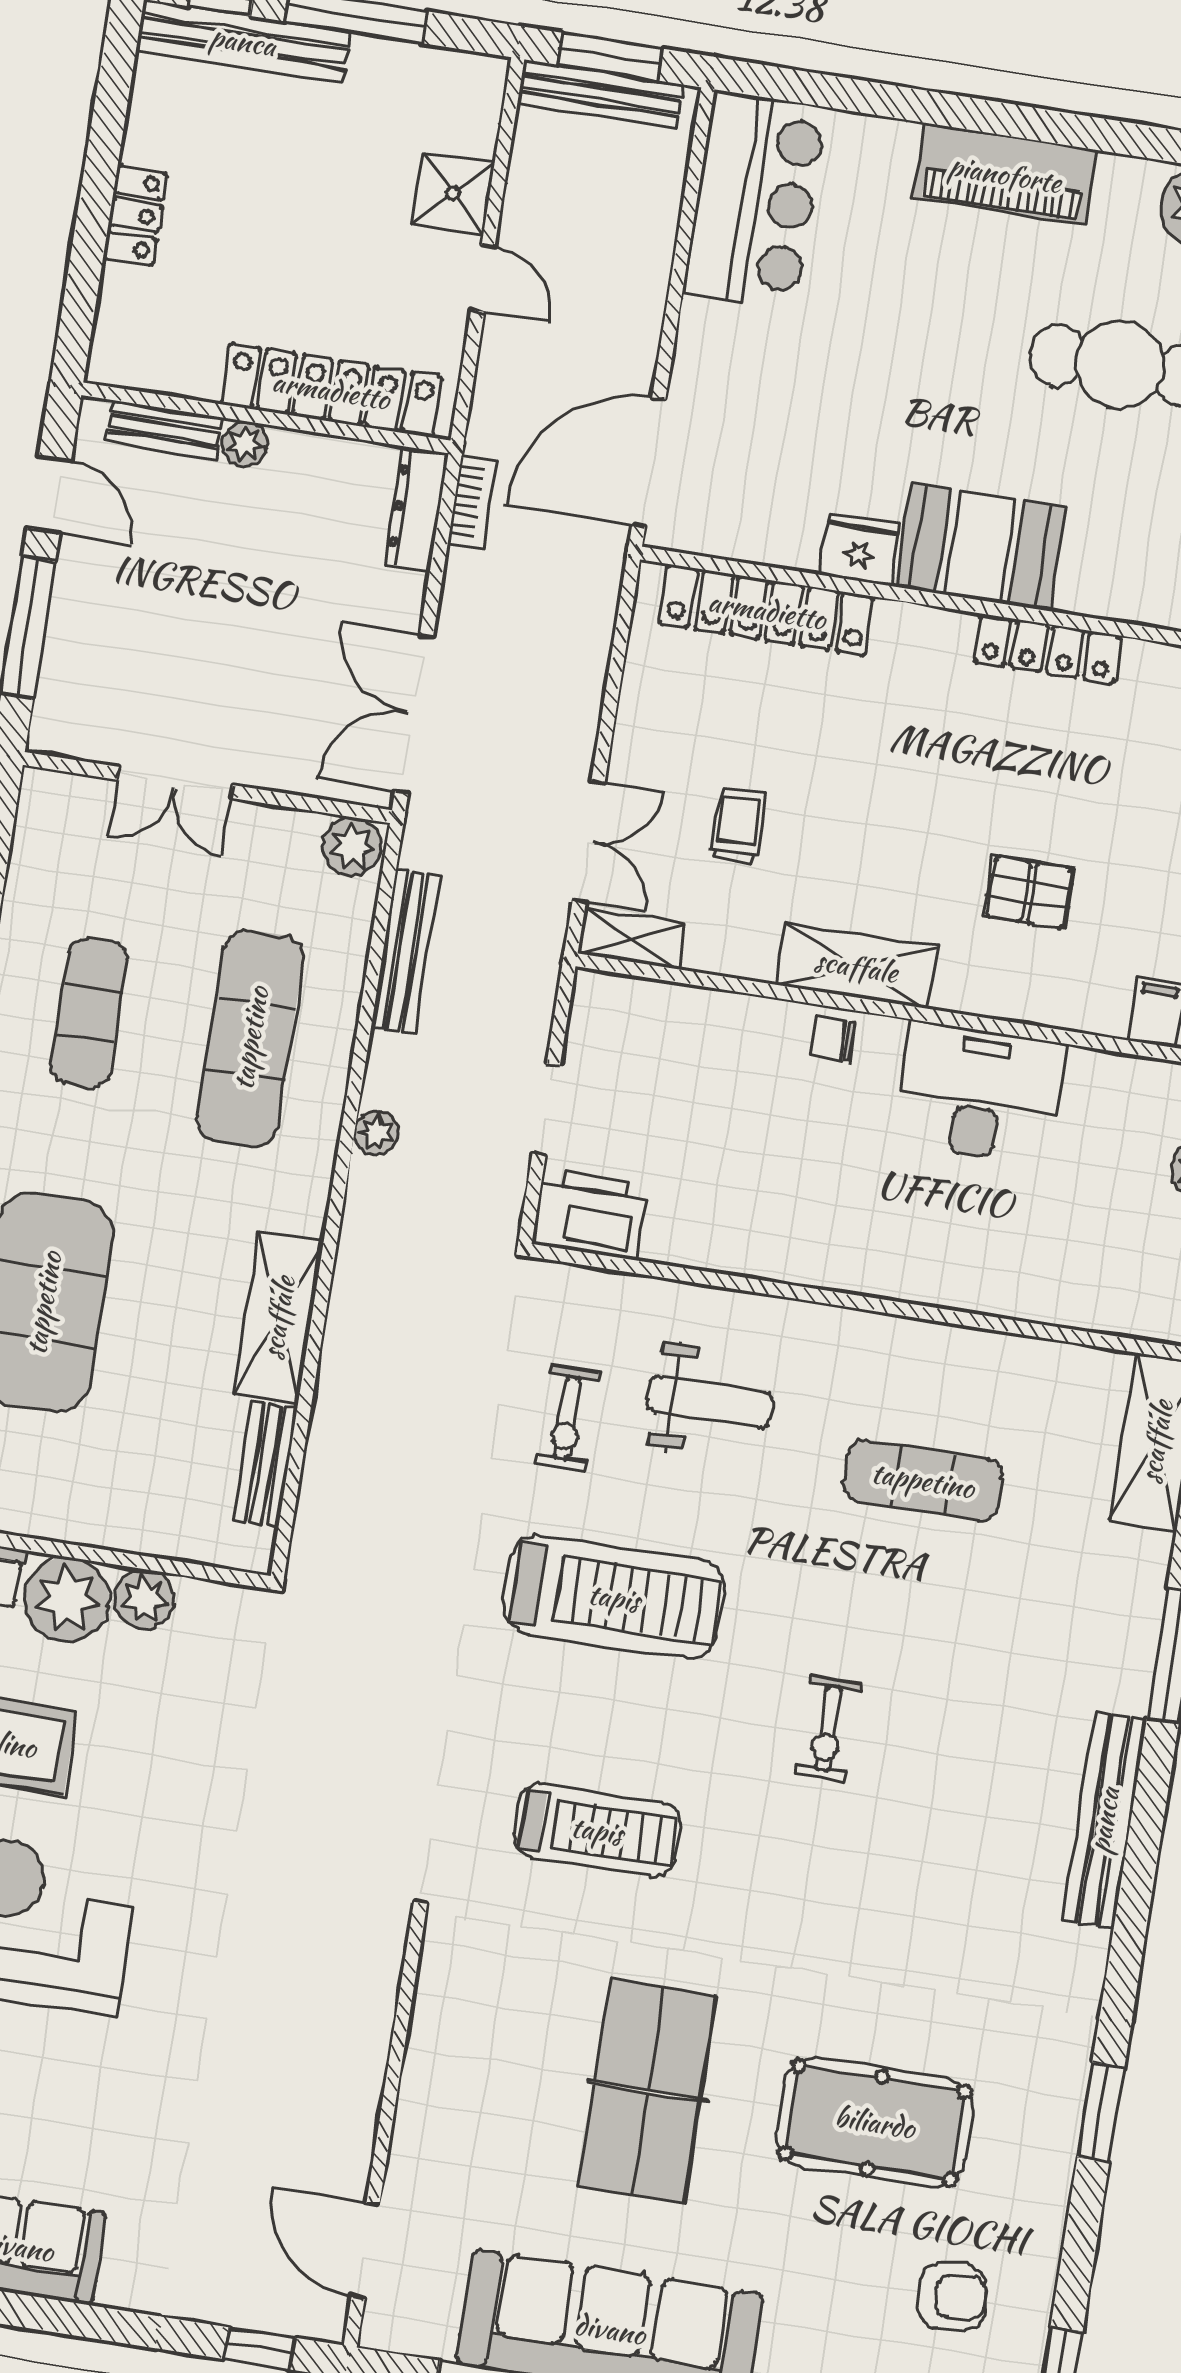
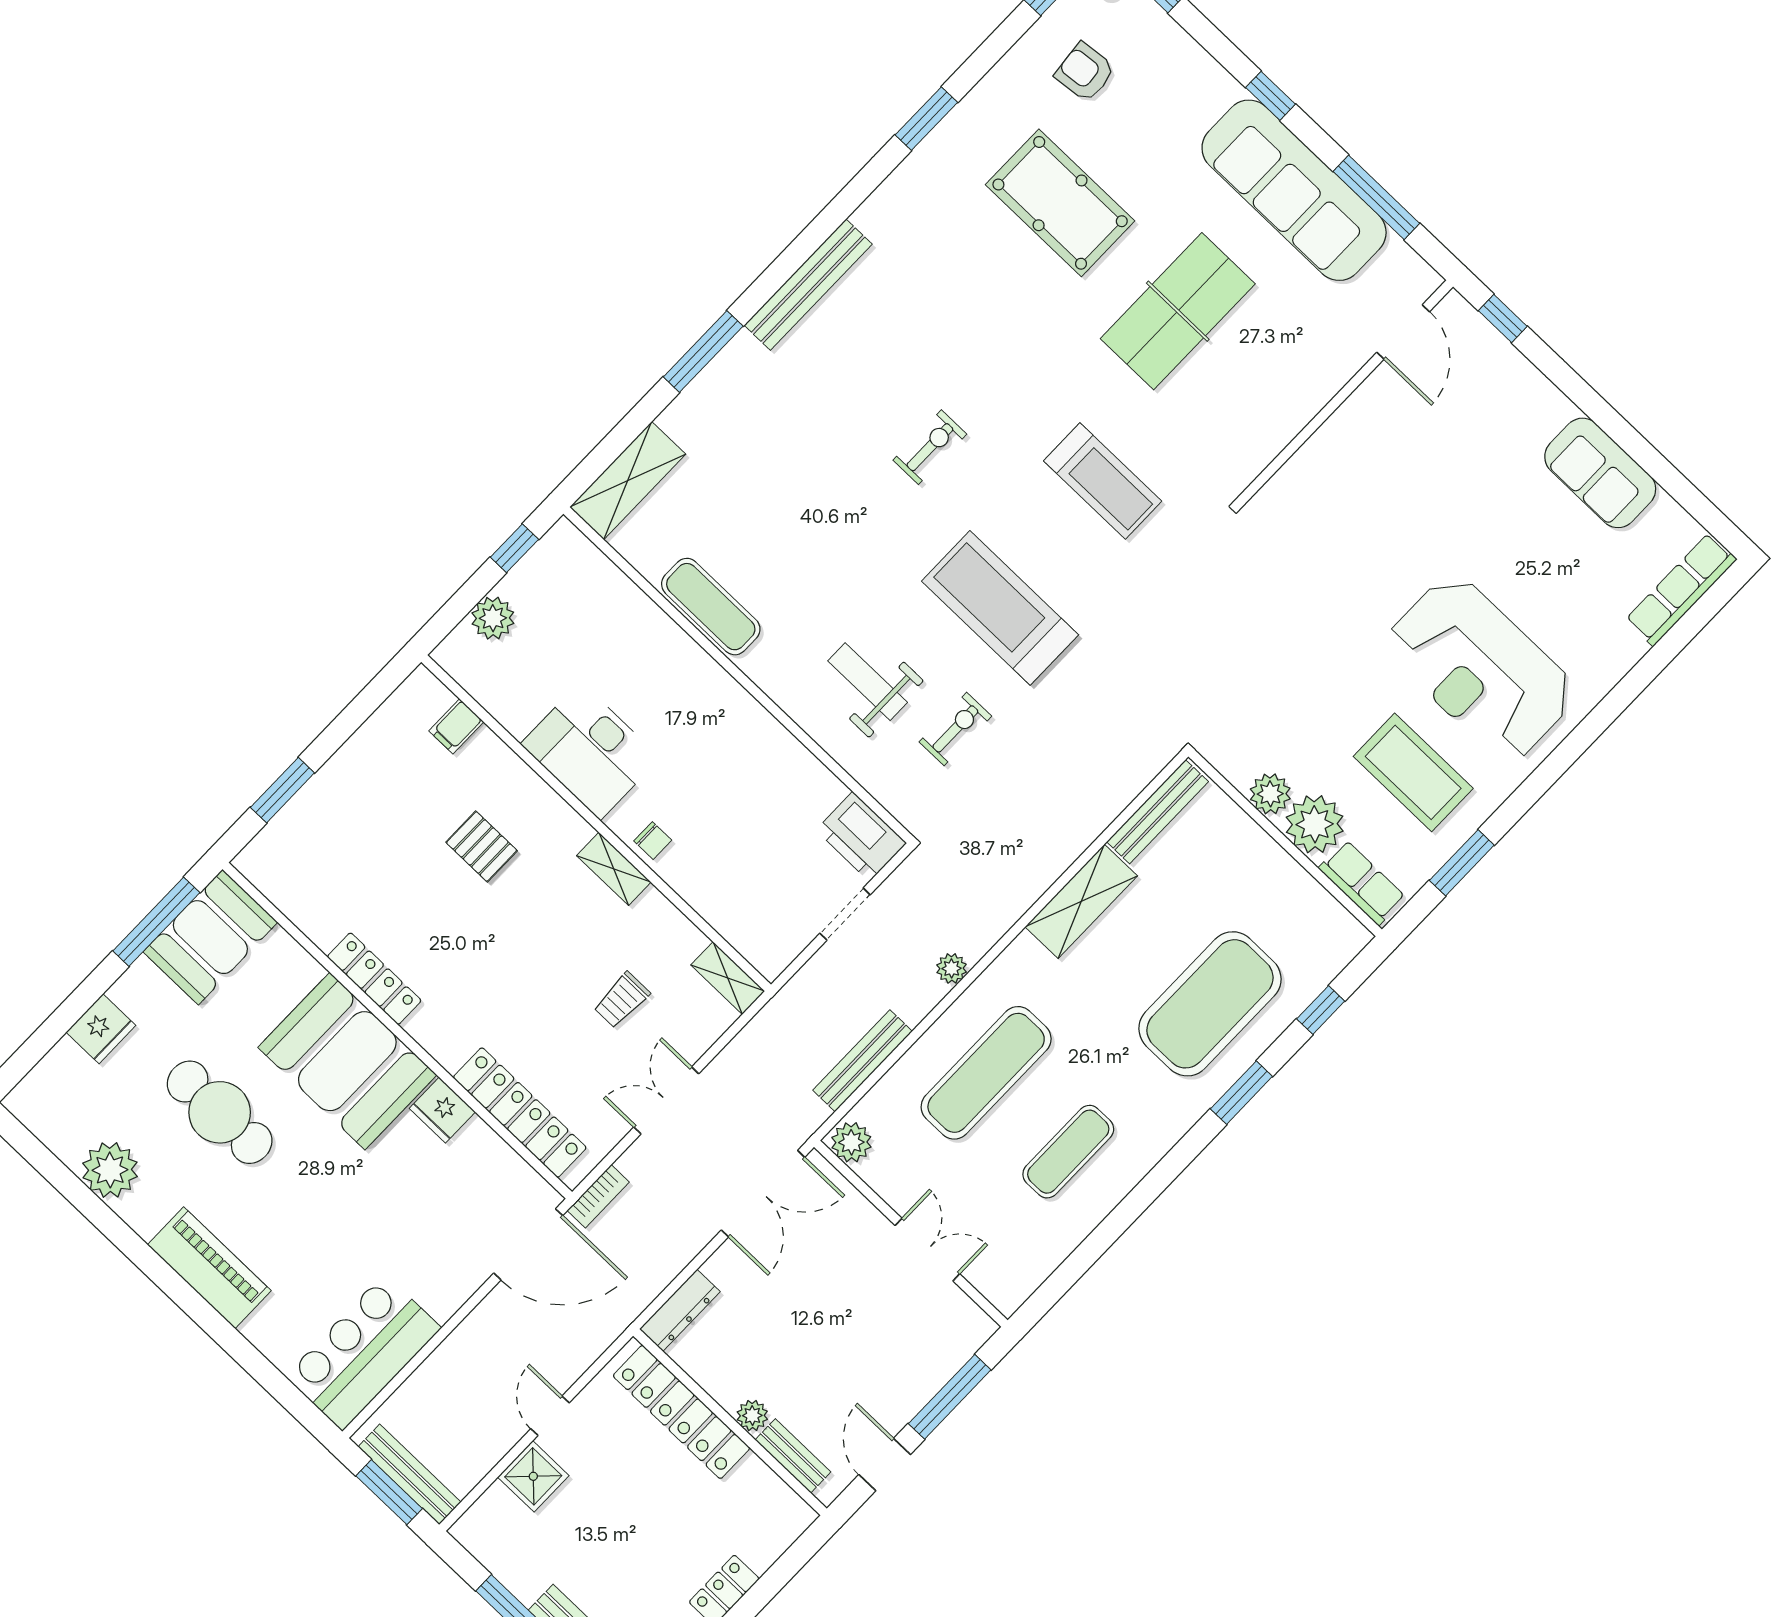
bookcase: (472, 502) -> (598, 1196), moved, turned 180
booth: (980, 547) -> (347, 1061), width x1.36, depth x1.42
double door: (589, 841) -> (666, 1100), moved
shelving: (856, 966) -> (614, 869), width x0.67, depth x0.75
bench: (265, 1464) -> (1158, 812), width x1.36
exercise mat: (923, 1480) -> (711, 607), moved
treadmill: (597, 1830) -> (1103, 481), turned 180

